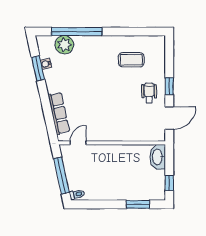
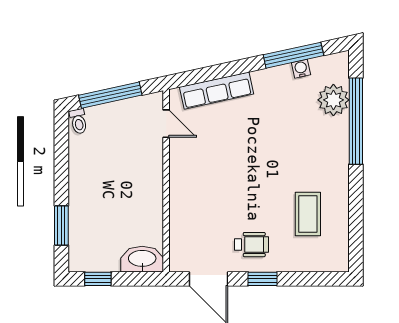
window: (38, 68) -> (293, 55), width x1.44

